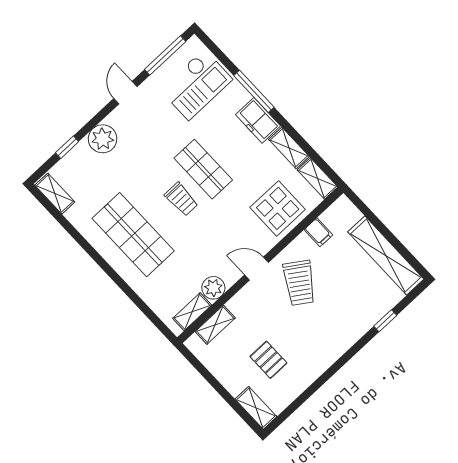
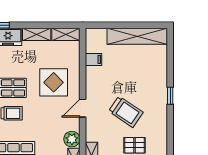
display table: (278, 208) -> (54, 82), moved
trolley: (299, 283) -> (126, 112), moved
window: (385, 321) -> (170, 96), moved

